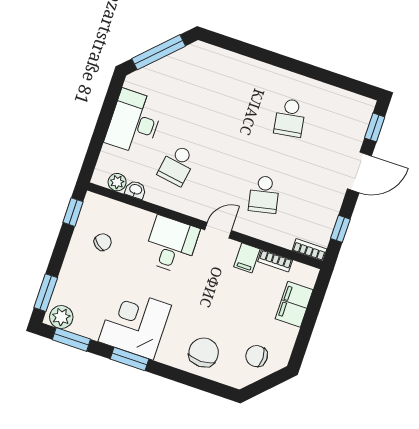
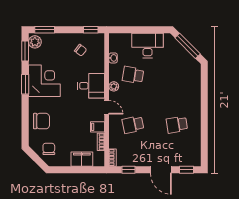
plant: (117, 182) -> (114, 86), moved

